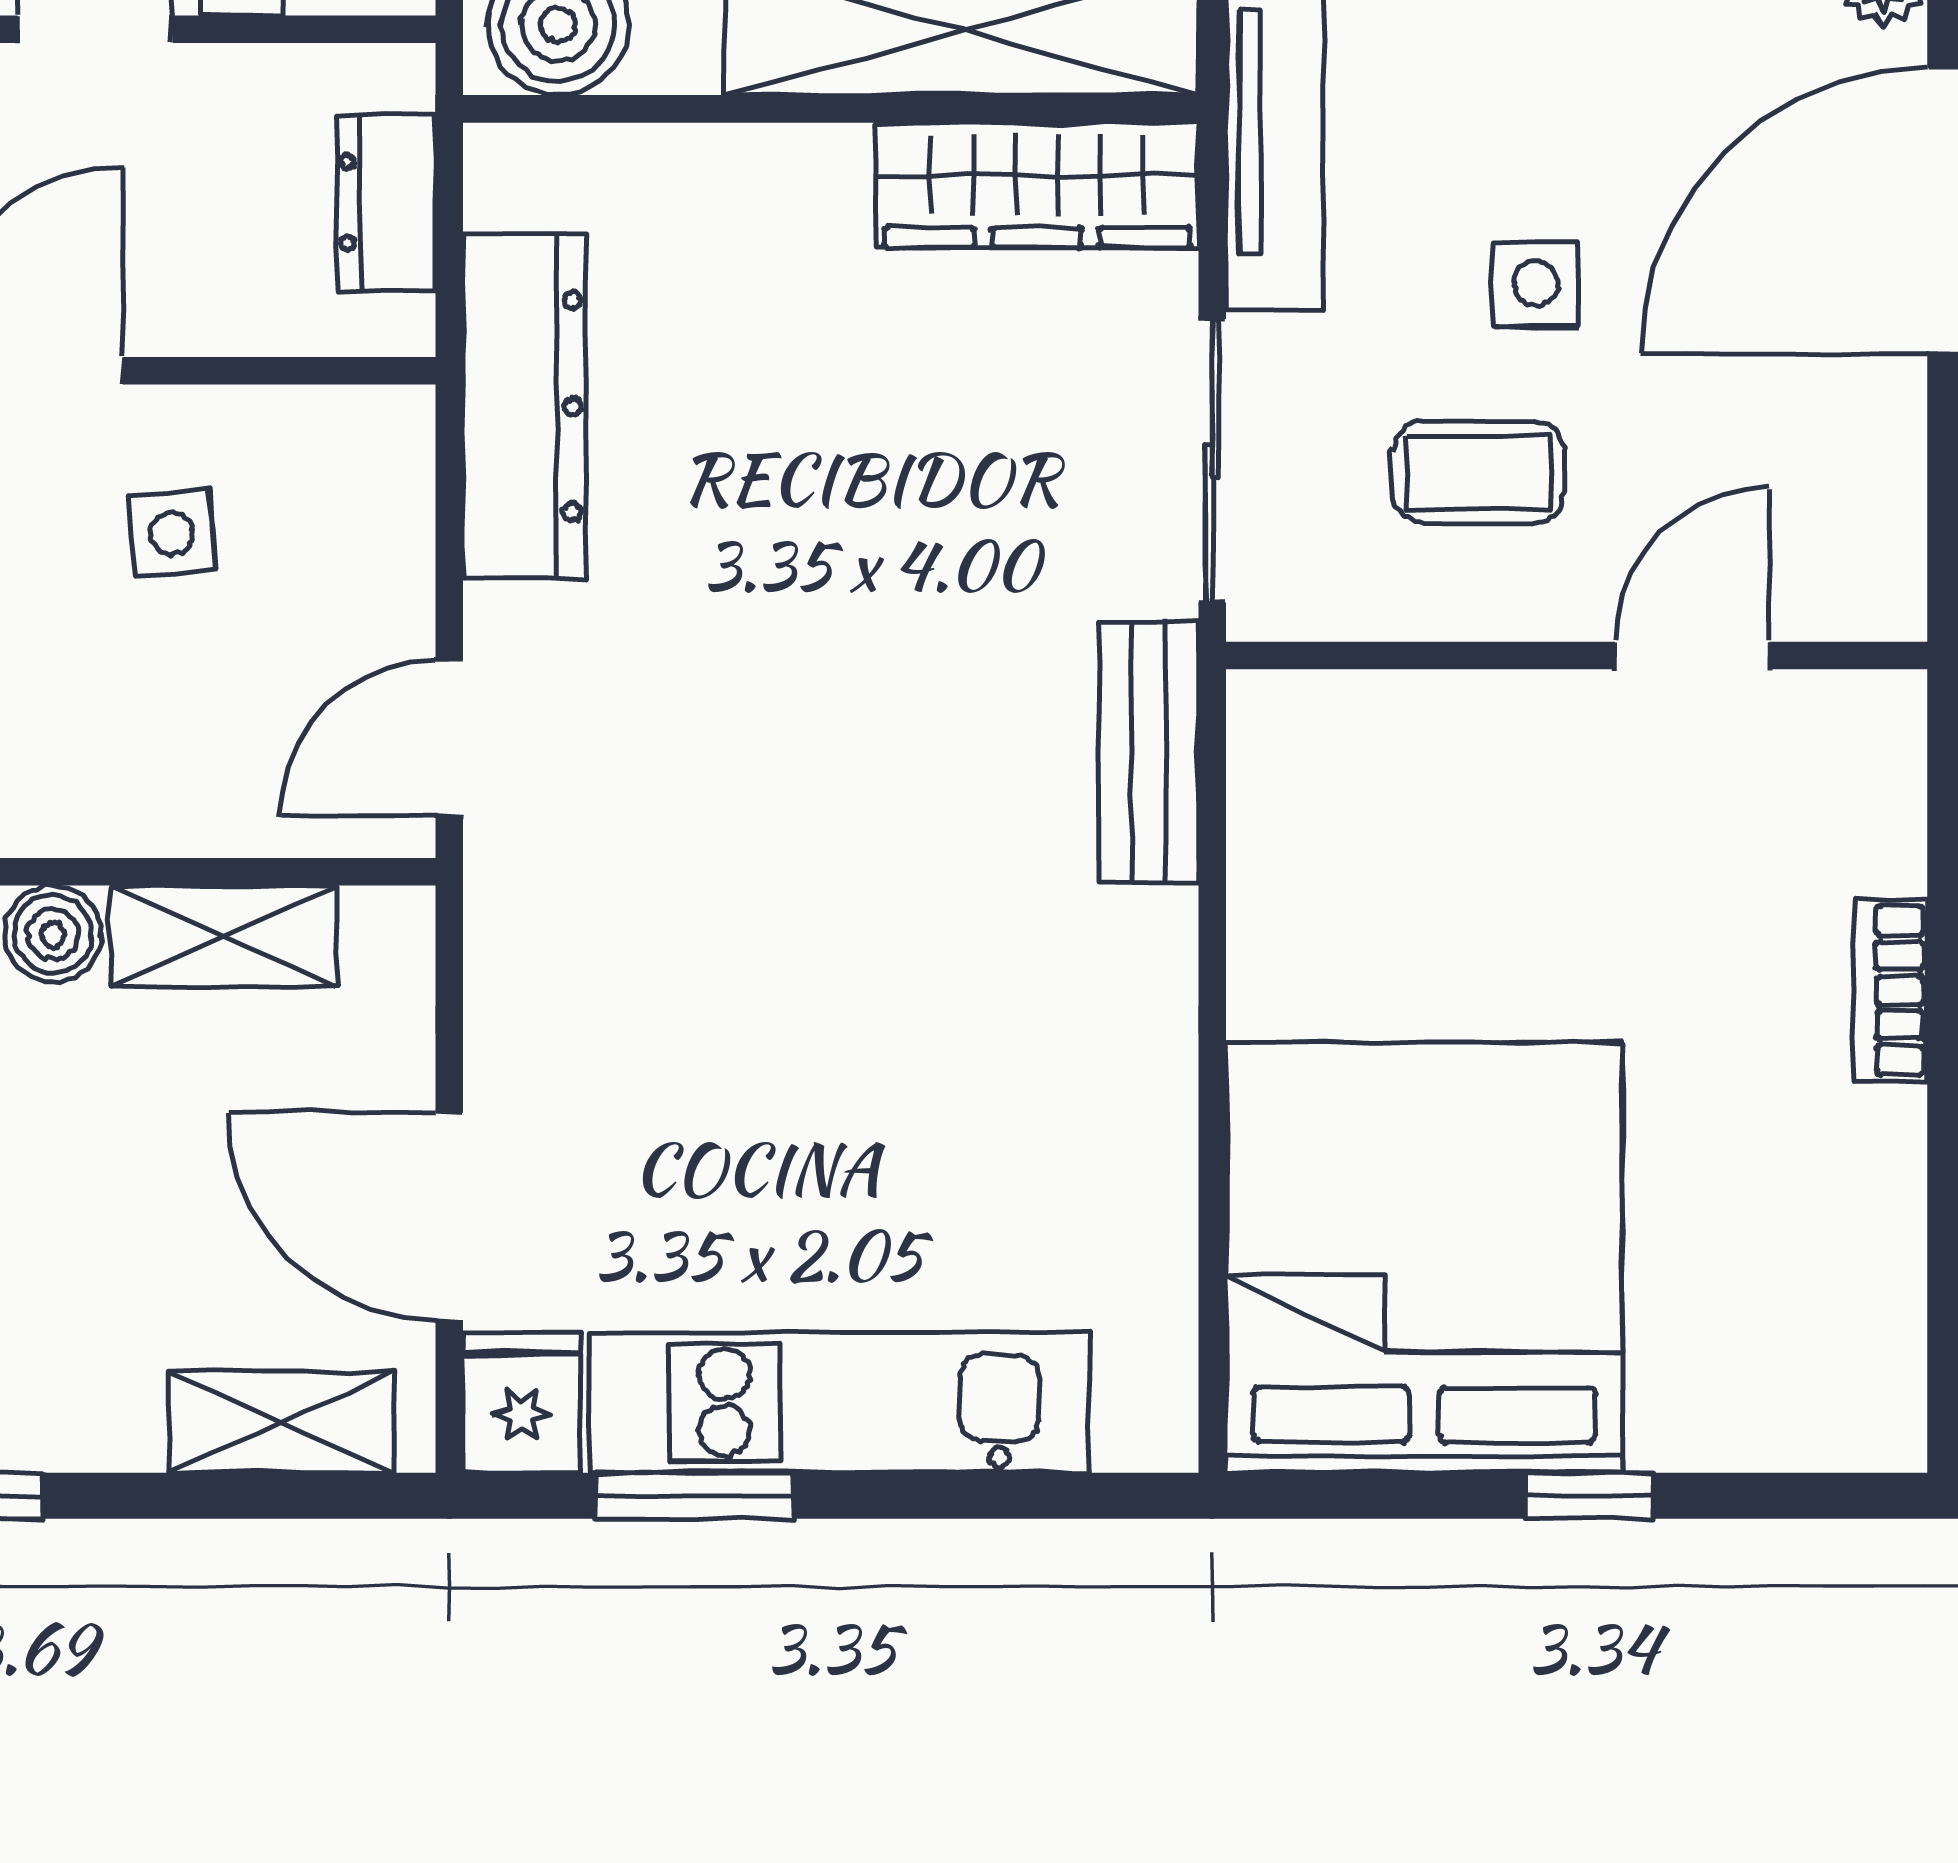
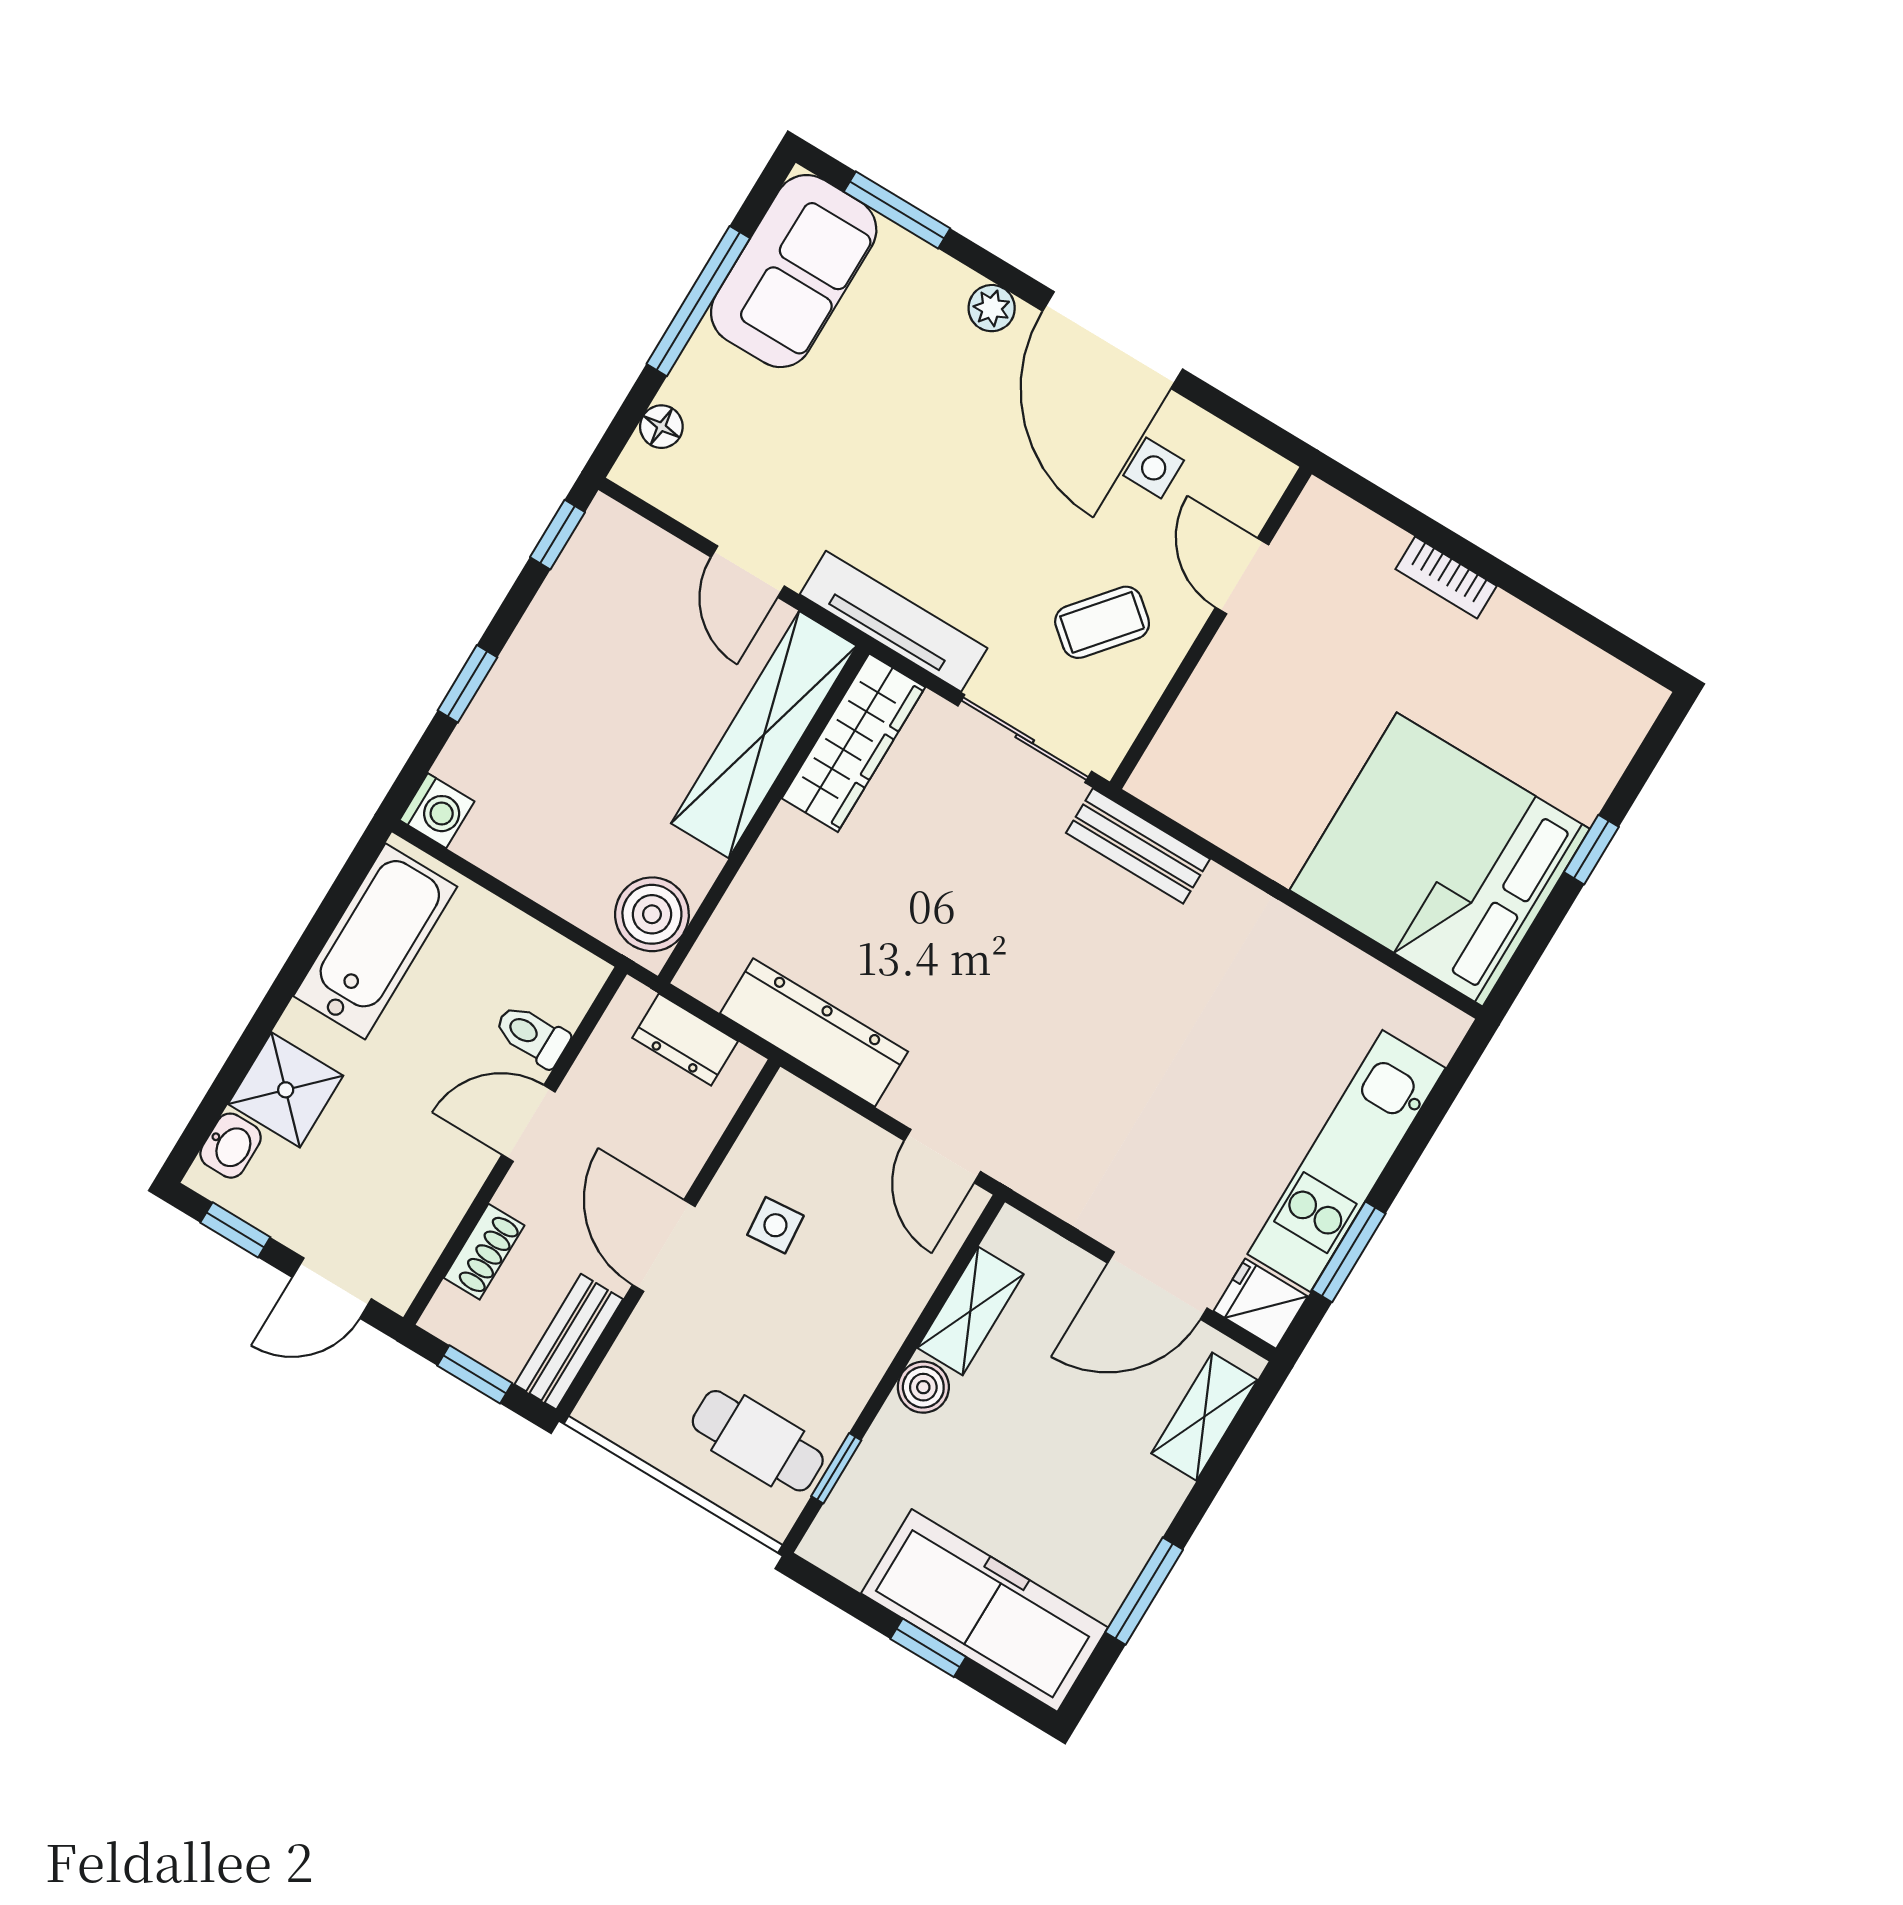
side table: (1536, 284) -> (1154, 468), moved
coffee table: (1479, 472) -> (1102, 622), turned 40

